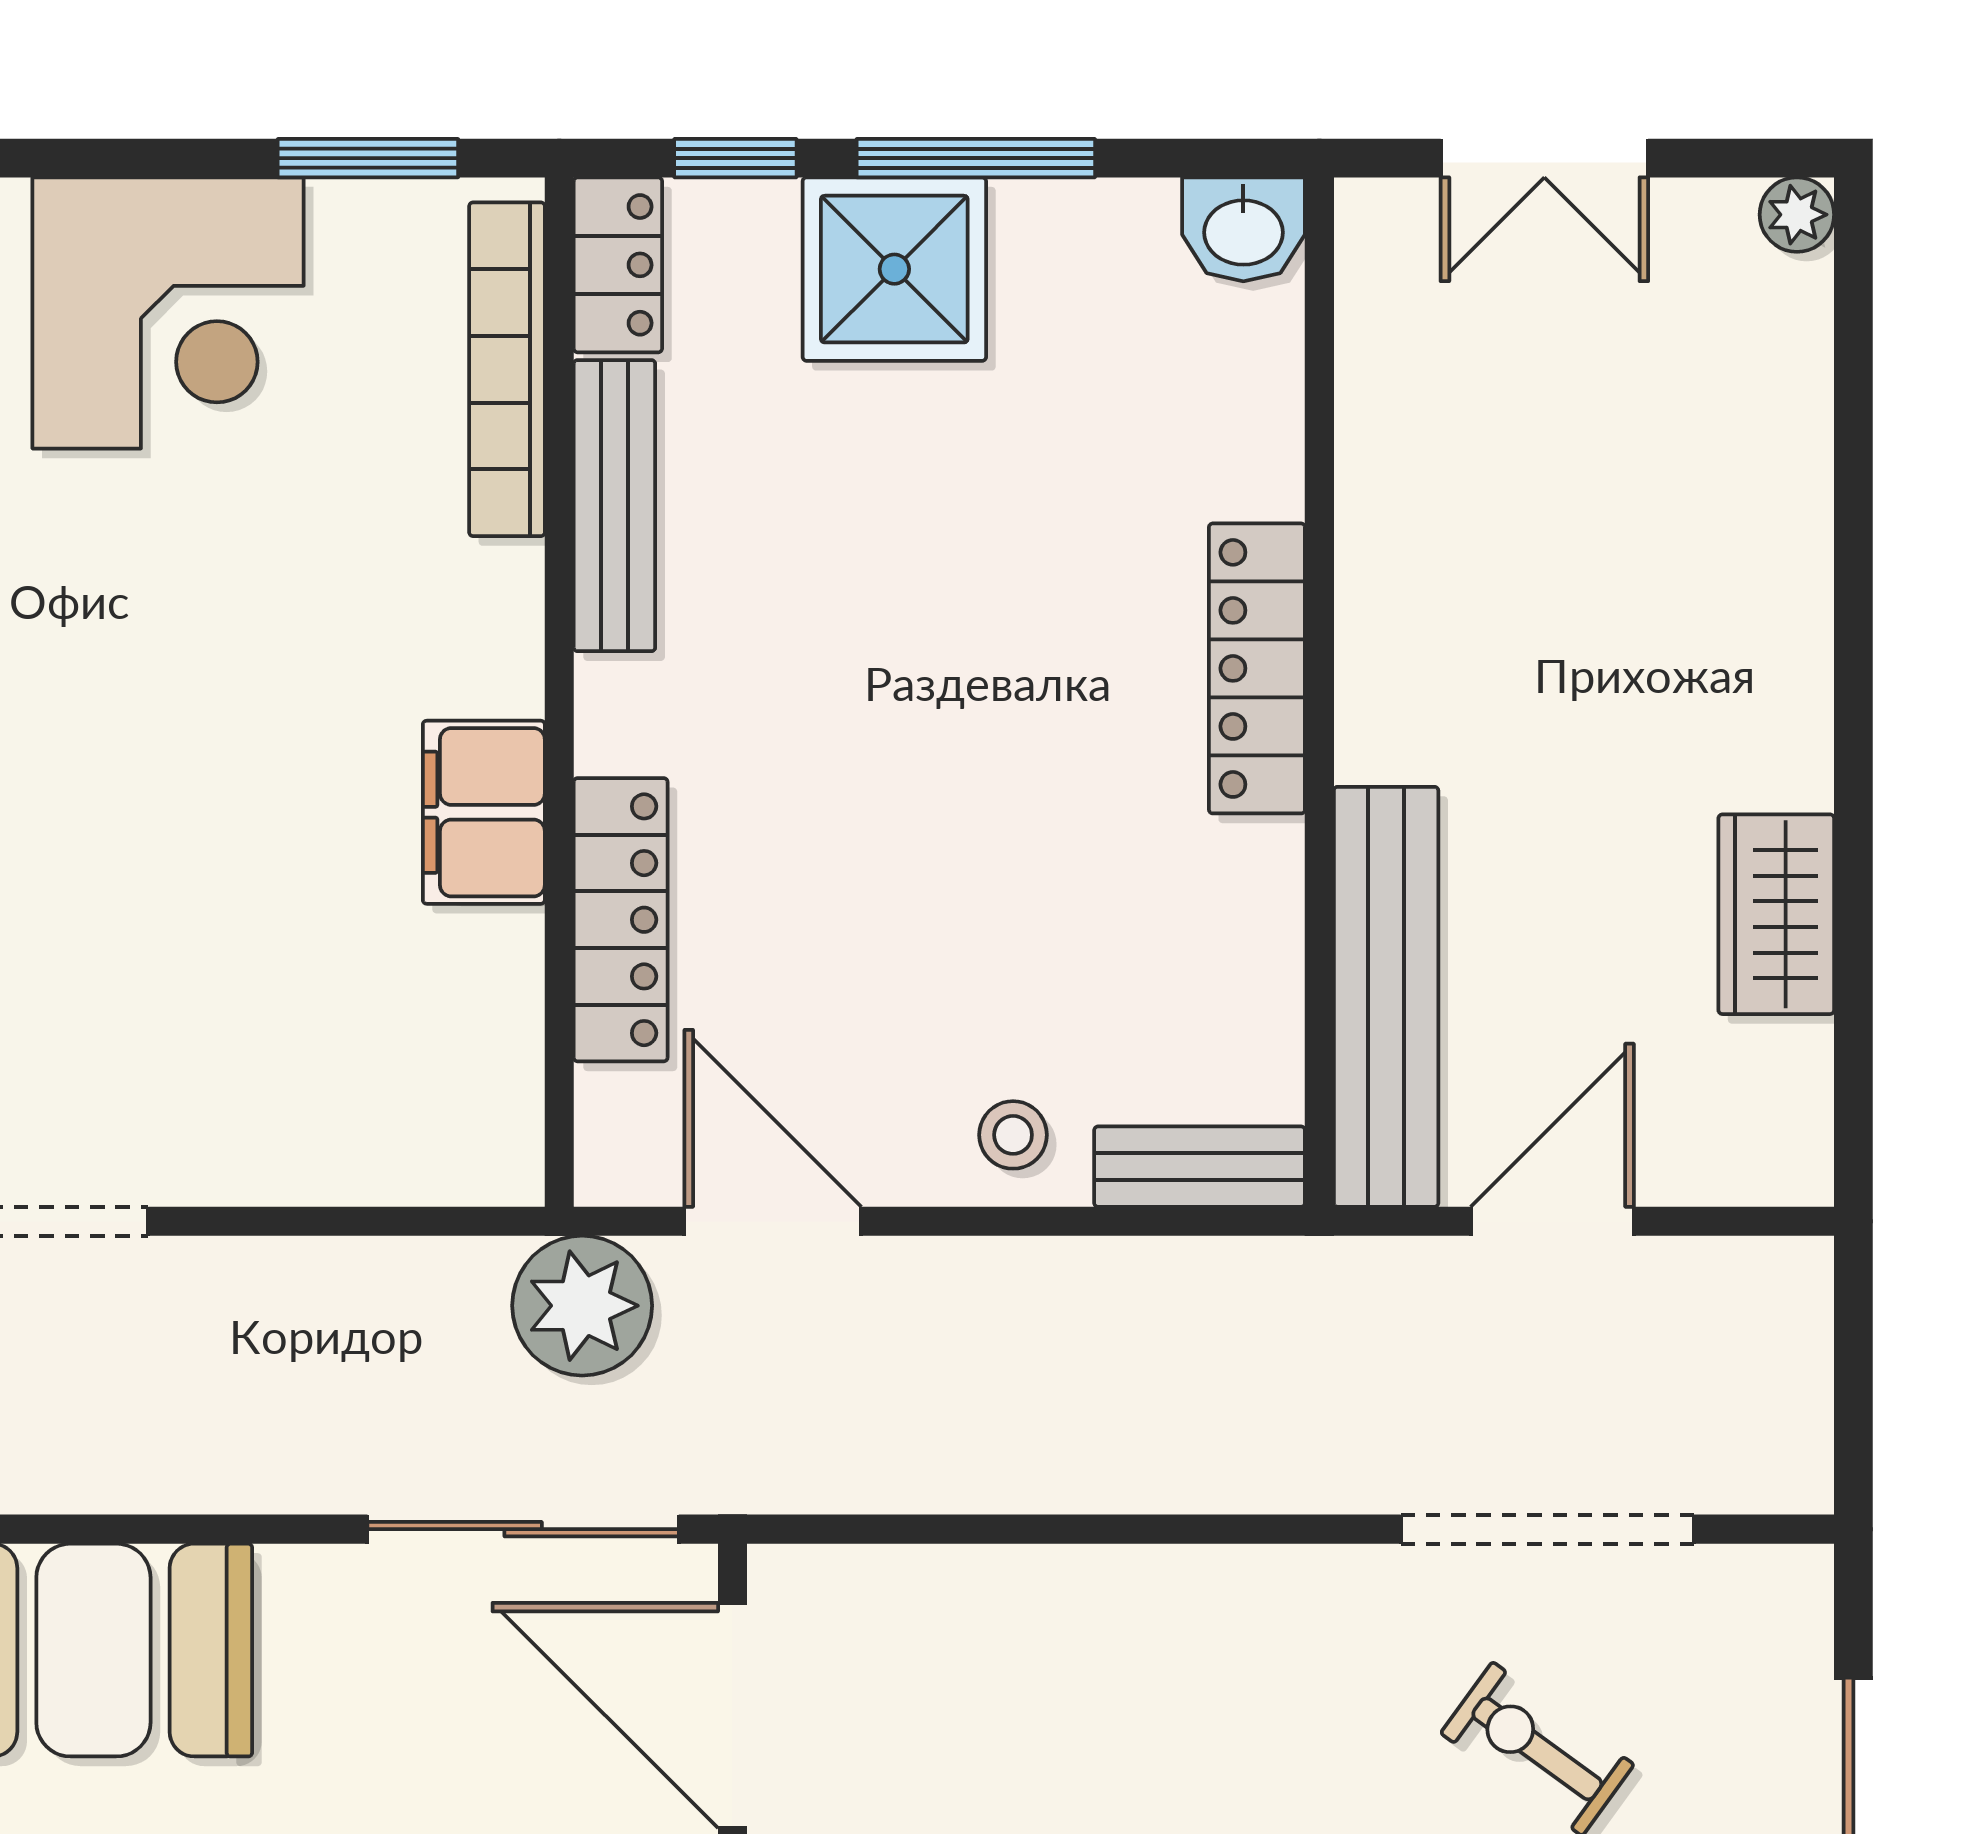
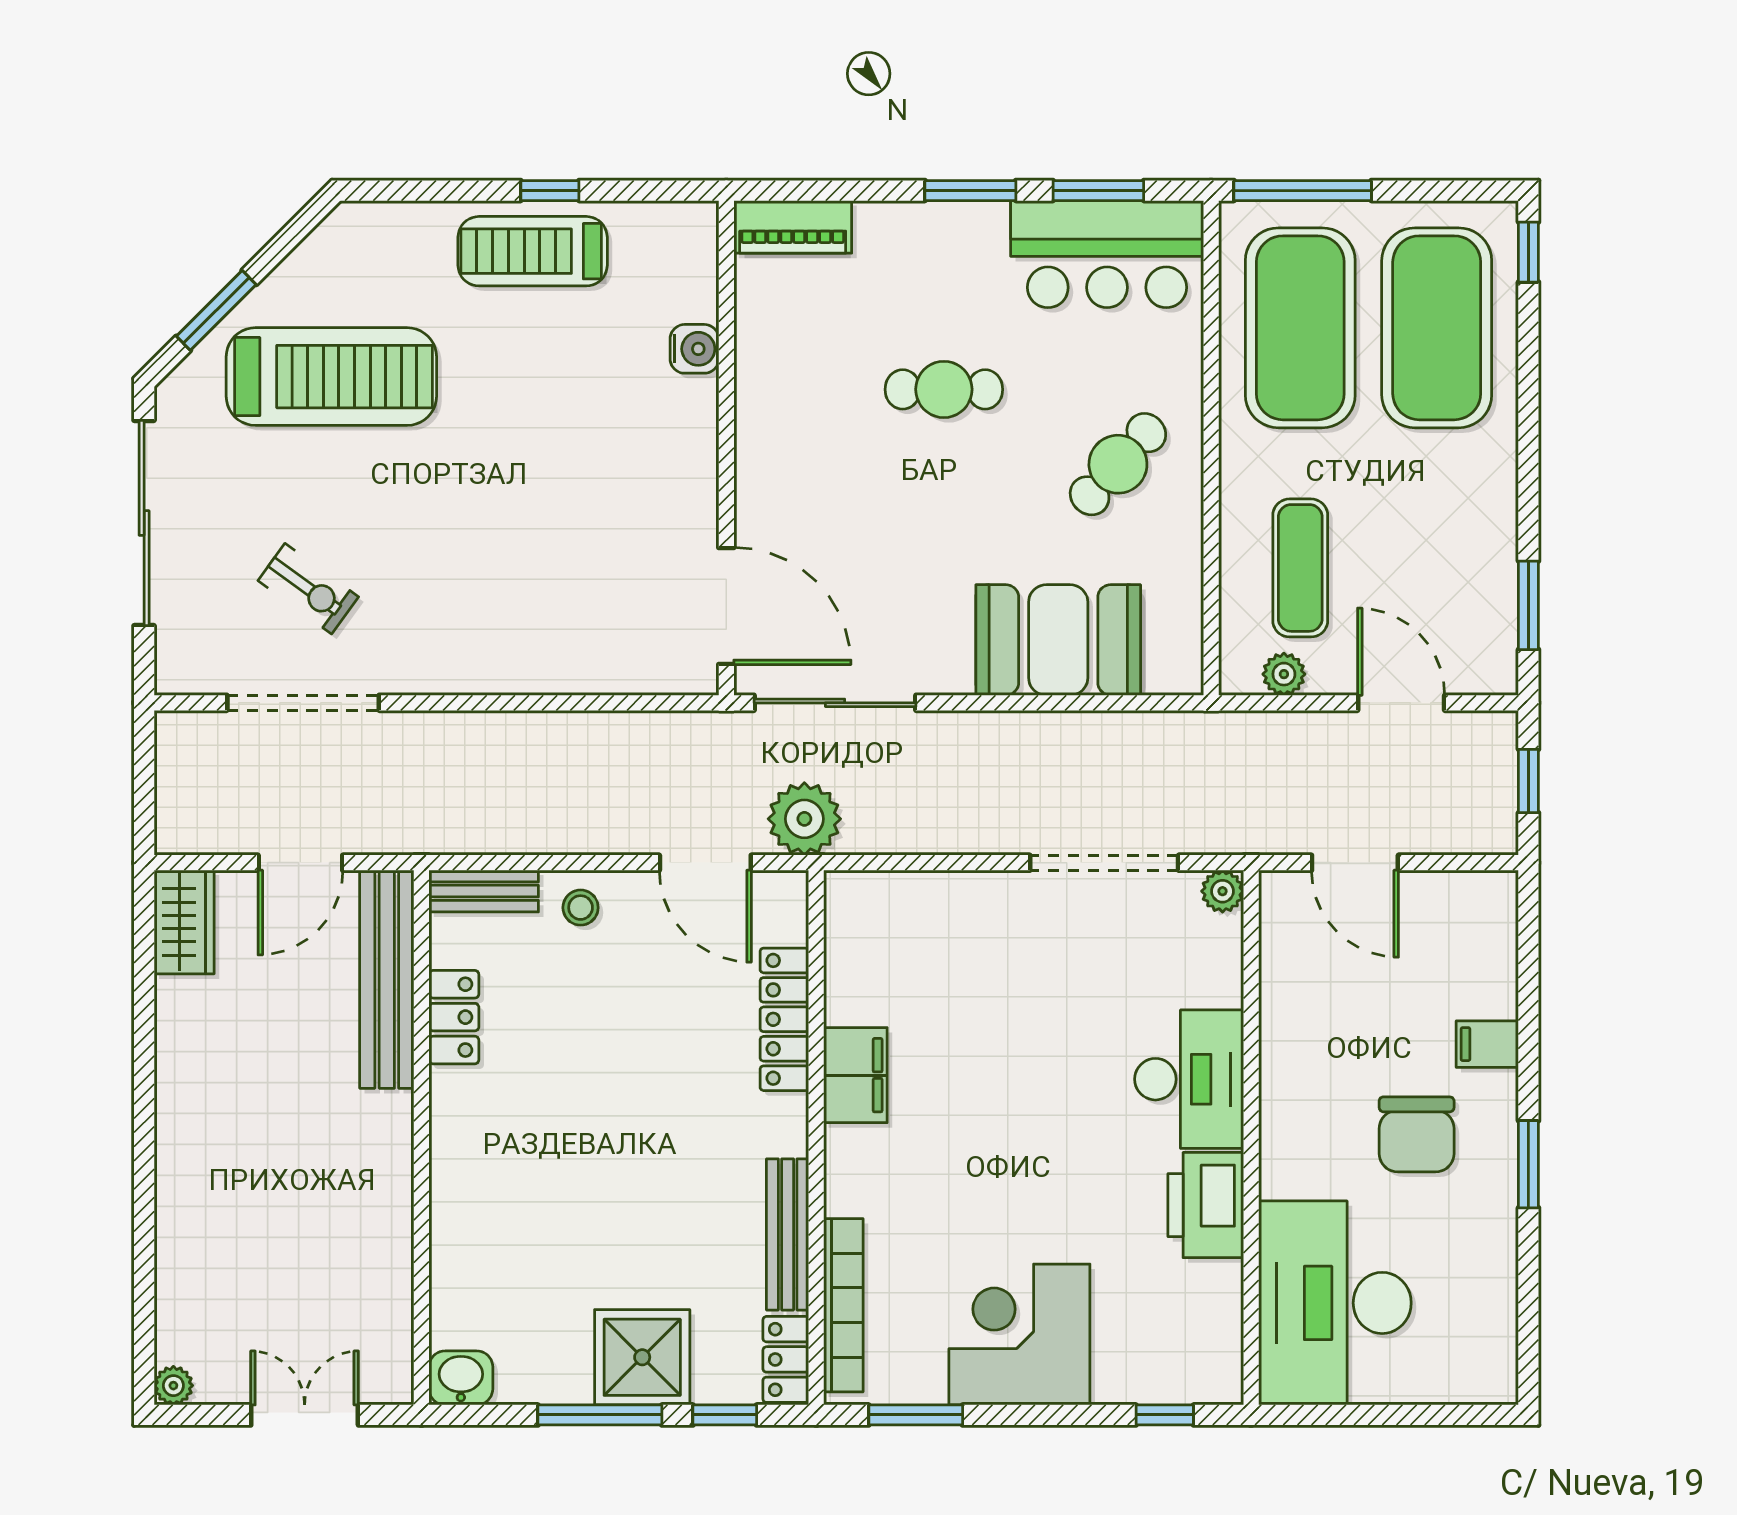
locker: (1257, 668) -> (454, 1017), moved, width x0.66
wardrobe: (1776, 914) -> (184, 922), moved

